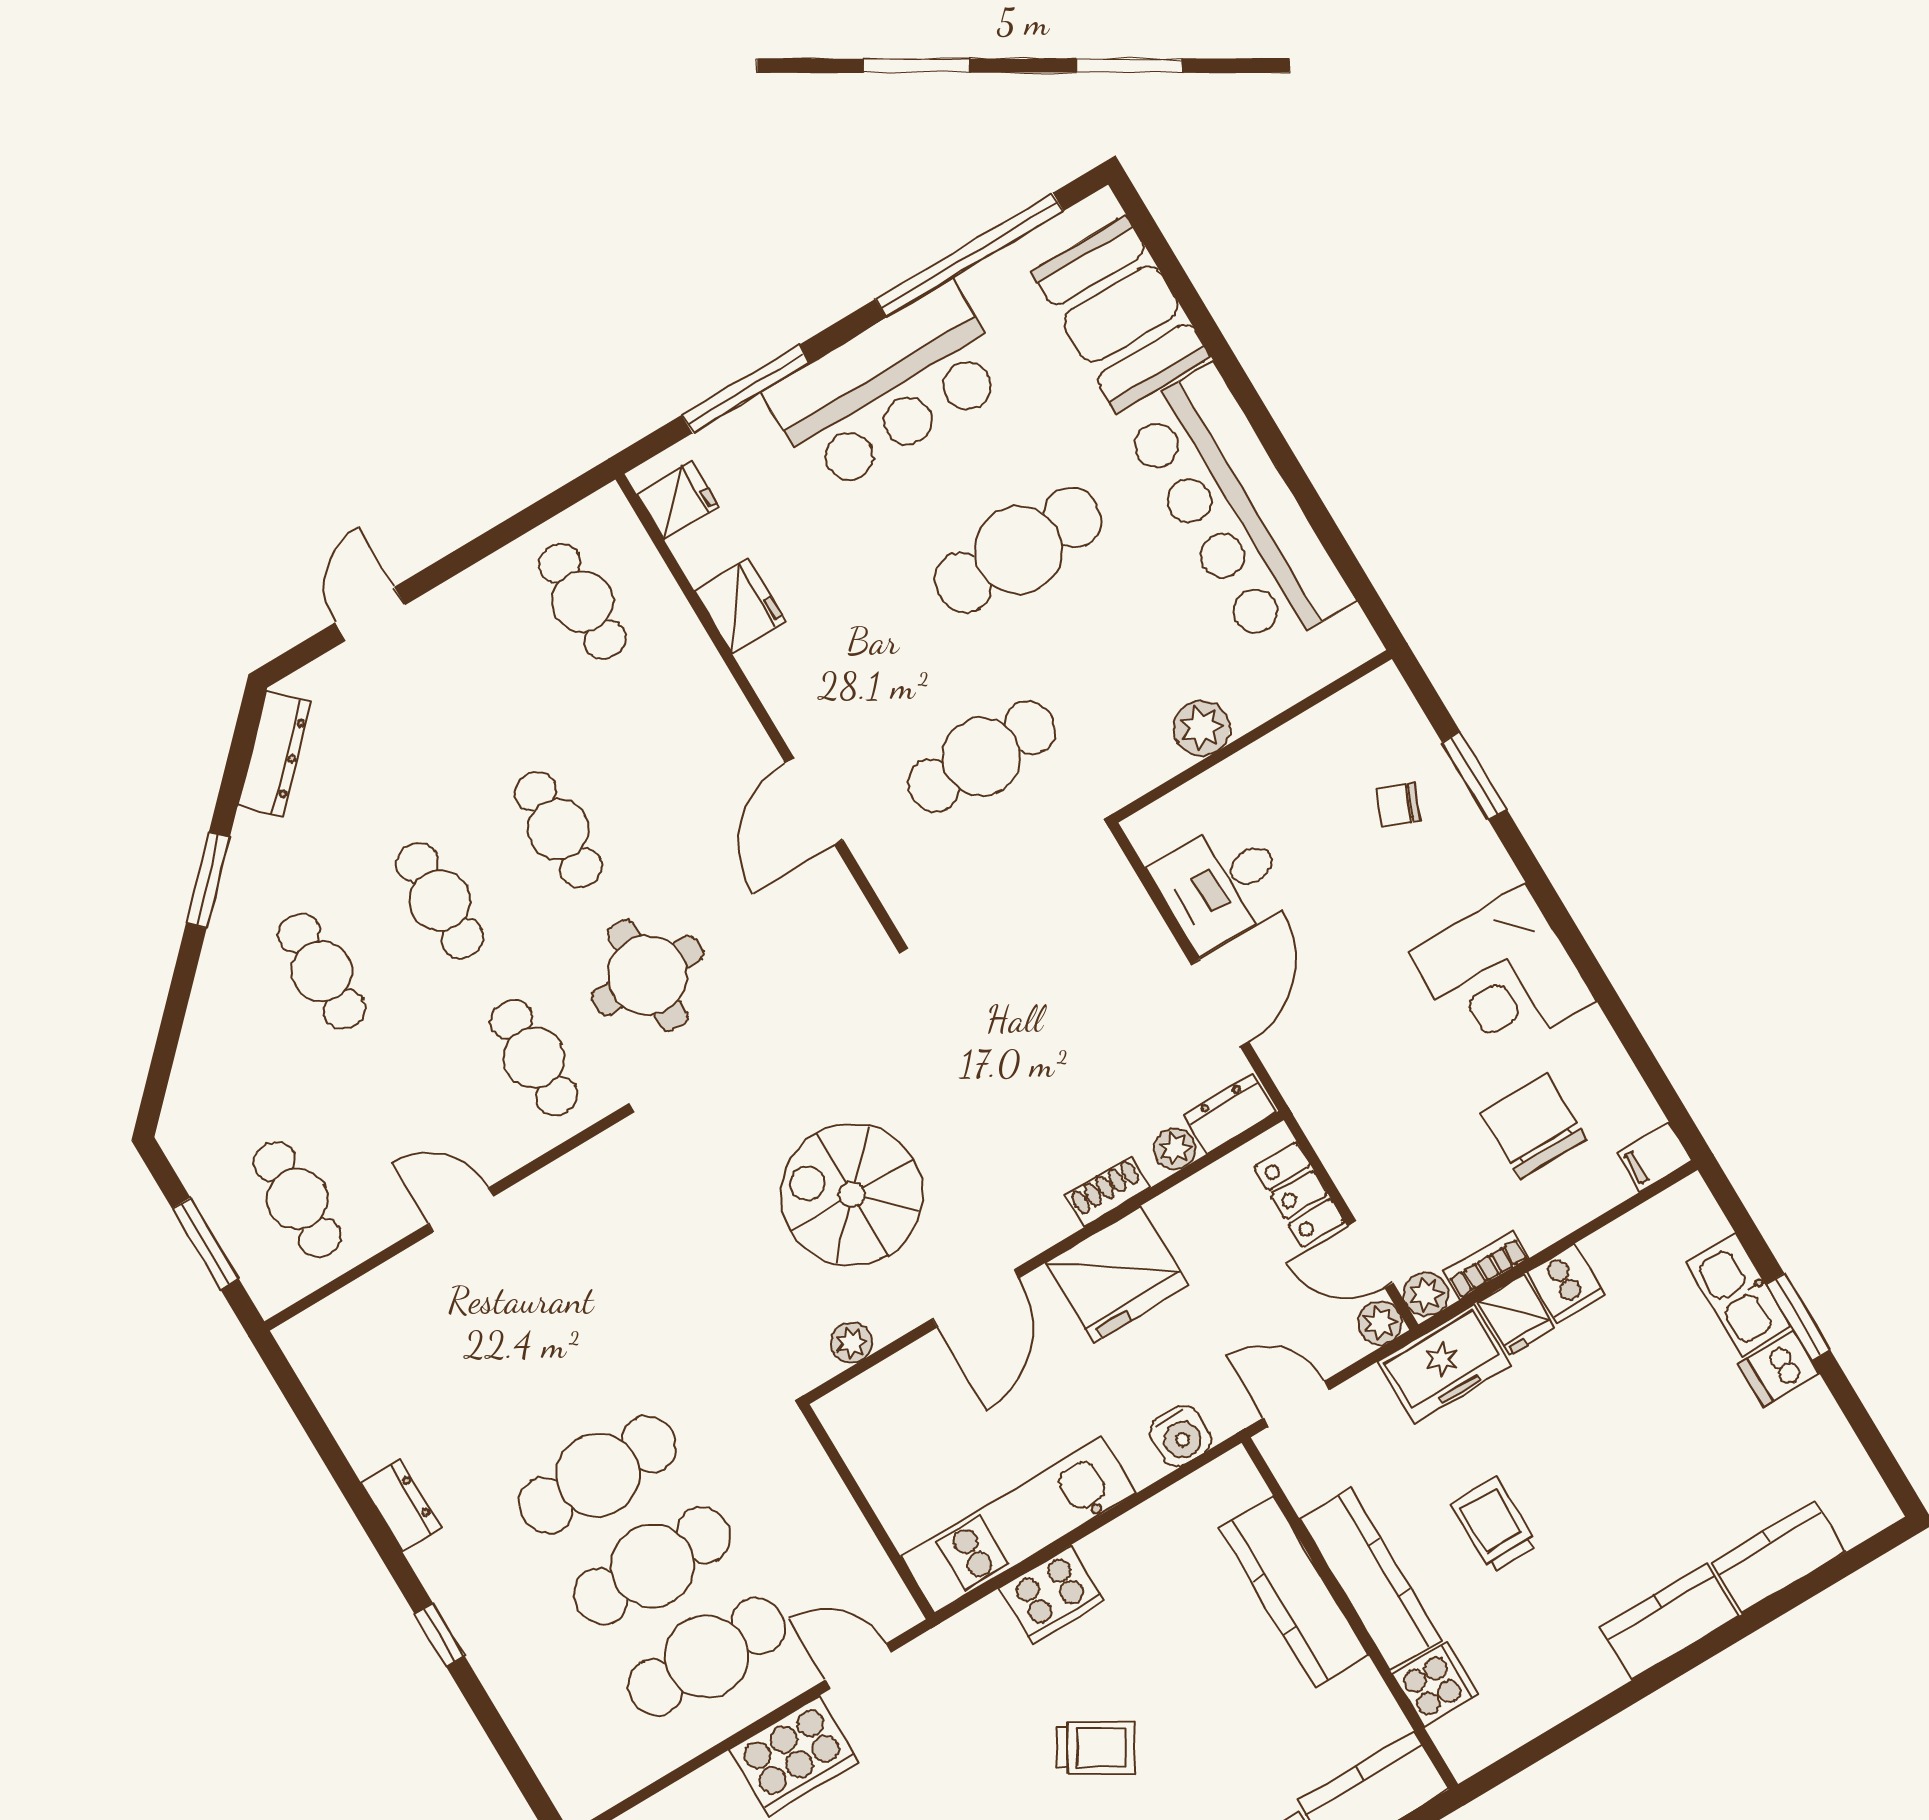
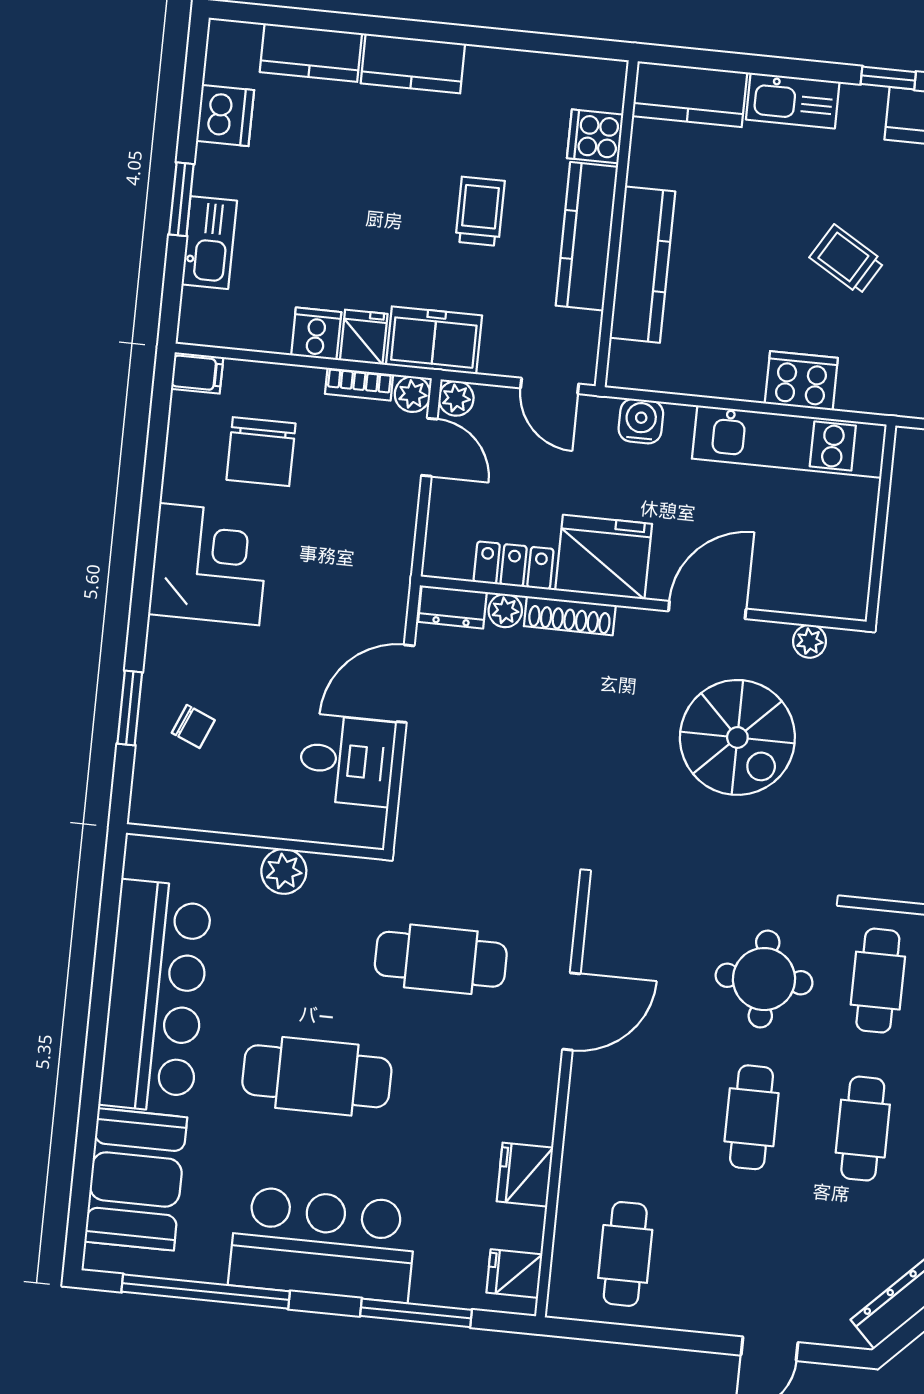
shoe rack: (1107, 1191) -> (570, 616), width x1.43
locker: (1299, 1195) -> (514, 565), moved, turned -90
dishwasher: (1779, 1369) -> (225, 115), moved, width x1.38
trolley: (1494, 1525) -> (480, 211), turned 180

